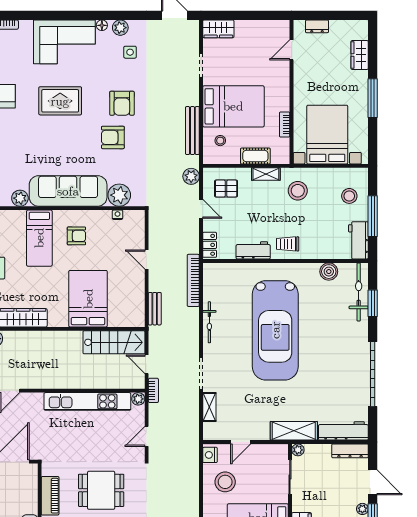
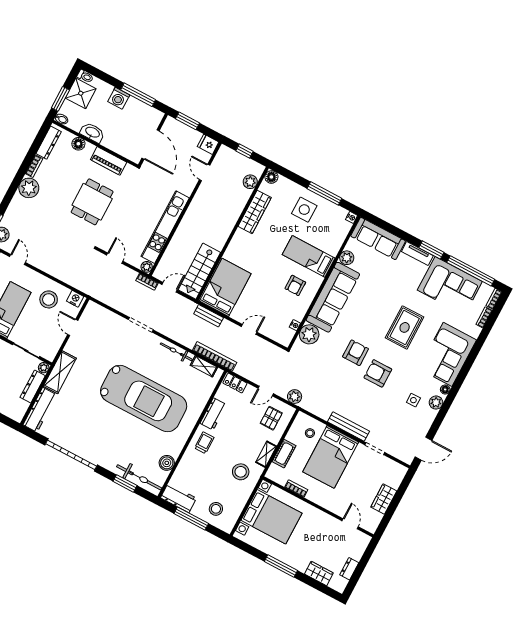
dresser: (317, 26) -> (349, 569), moved
wardrobe: (218, 29) -> (384, 499), moved
bench: (192, 131) -> (349, 426), moved
bed: (88, 299) -> (225, 287), moved, turned -90
car: (275, 330) -> (144, 399), turned 180
shelving: (209, 407) -> (204, 366), moved
dresser: (350, 451) -> (33, 387), moved

